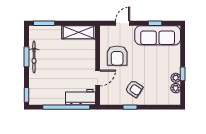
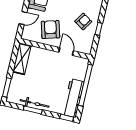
door: (123, 23) -> (23, 18), swing flipped
armchair: (117, 56) -> (50, 30), turned -106
workbench: (80, 97) -> (73, 98), moved, width x1.38

